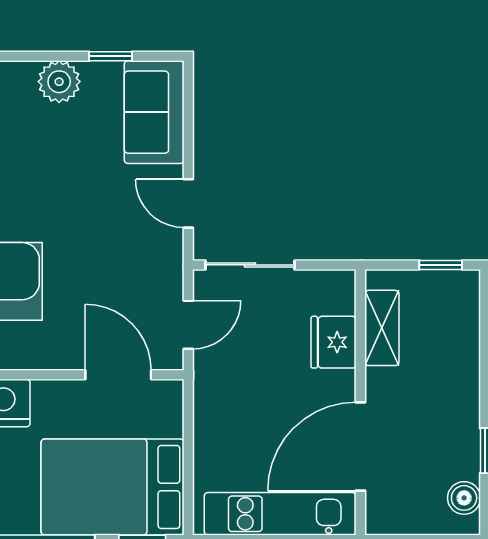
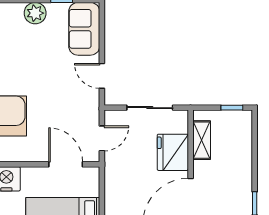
sliding door: (250, 265) -> (150, 108), moved
fridge: (334, 342) -> (173, 152), width x1.36, depth x1.34

